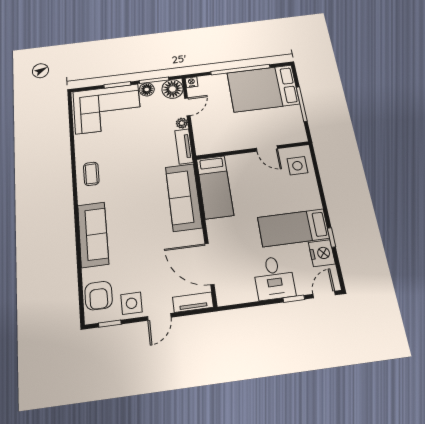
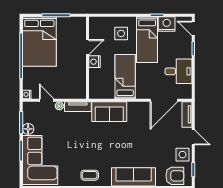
floor lamp: (172, 89) -> (30, 109), removed
nightstand: (249, 160) -> (94, 62), added
side table: (297, 166) -> (121, 34), moved
bed: (215, 187) -> (125, 77), moved, turned -90
sofa: (184, 197) -> (109, 112), width x0.73
desk: (274, 278) -> (179, 71), moved

